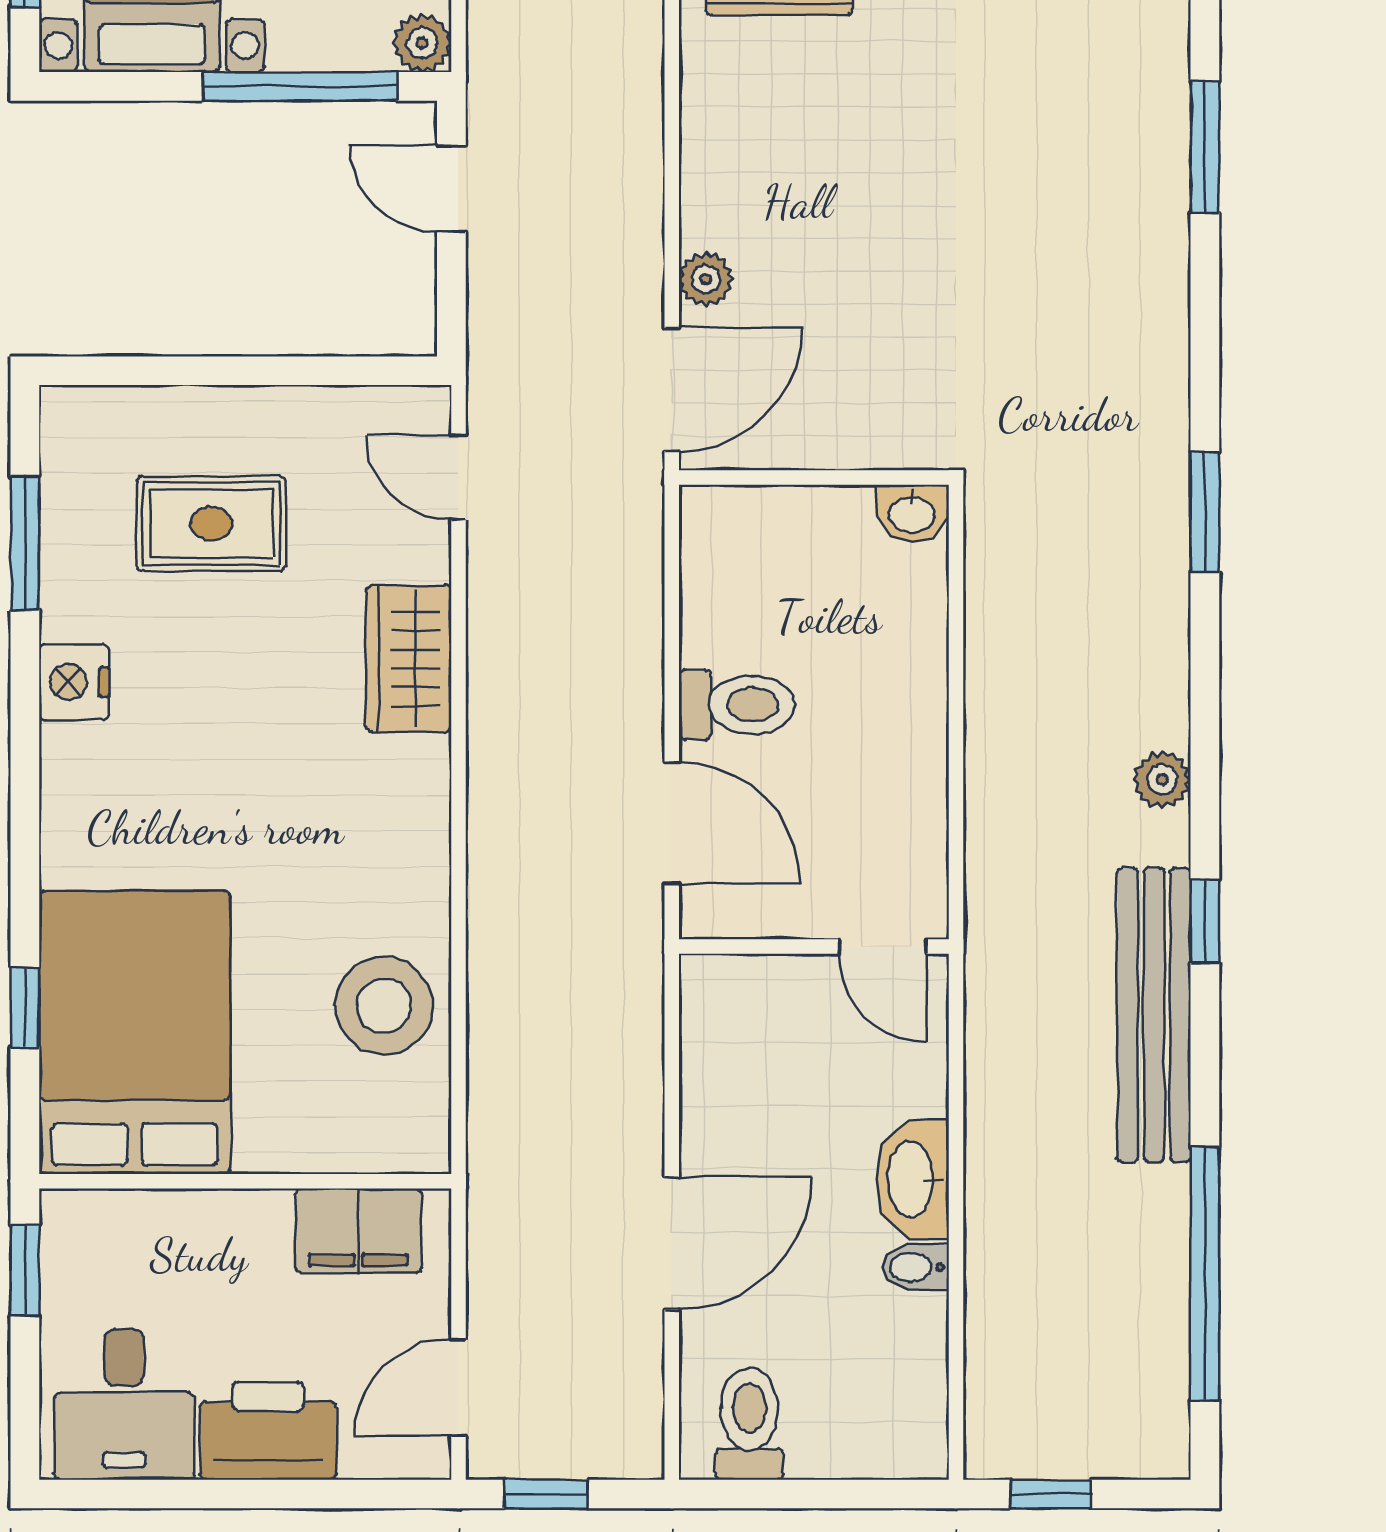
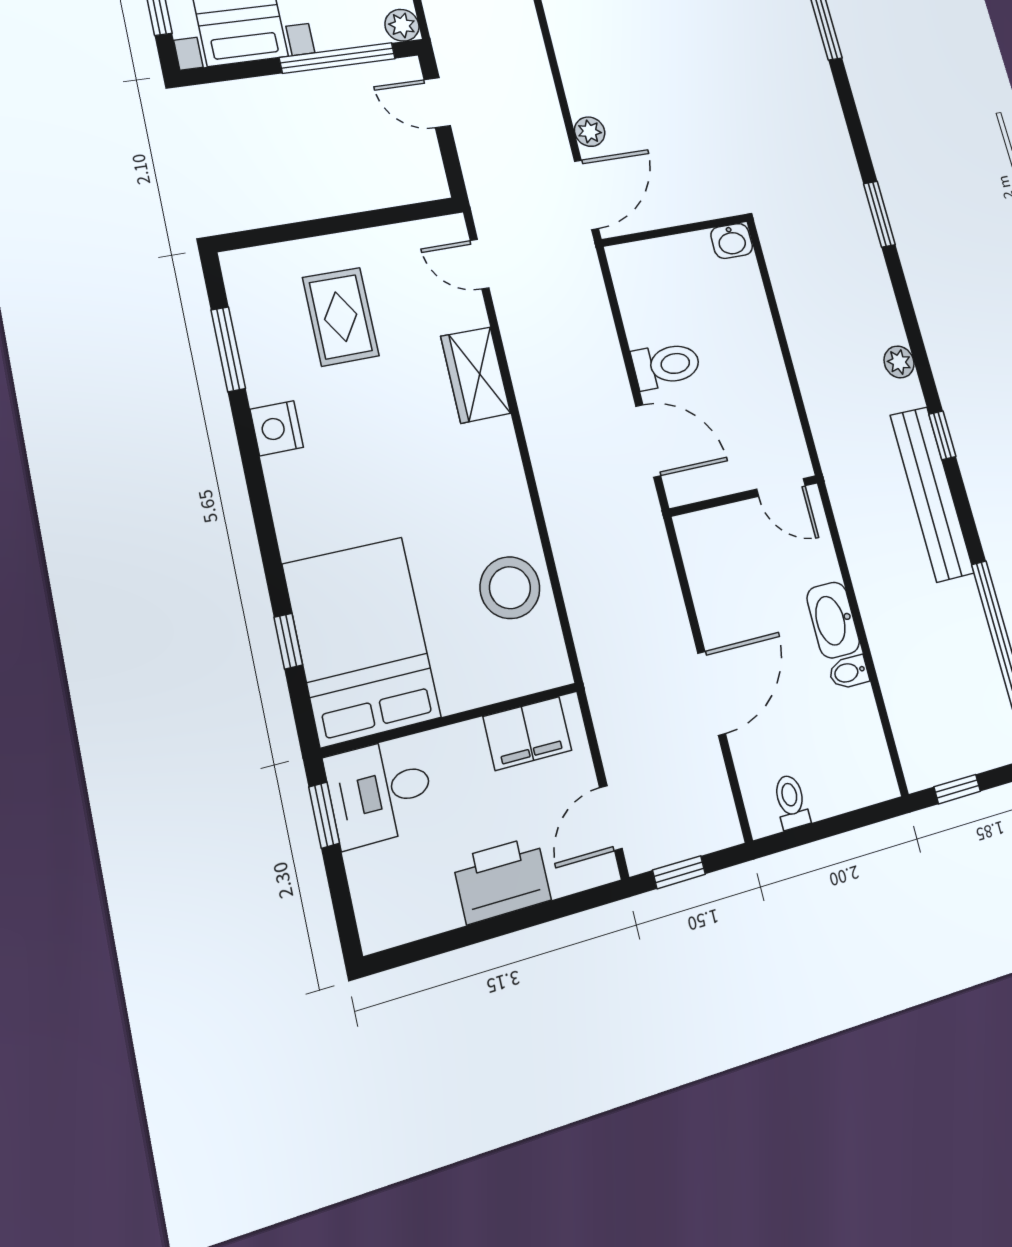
rug: (211, 524) -> (341, 317), turned 90
desk: (124, 1404) -> (380, 792), moved, turned 90
toilet: (749, 1424) -> (791, 802), width x0.73, depth x0.72

